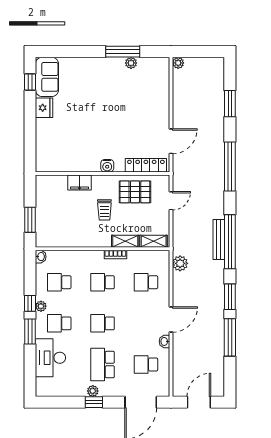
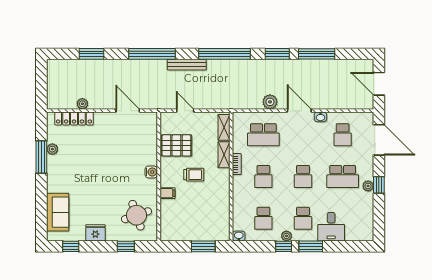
plant: (178, 63) -> (82, 104), moved
sofa: (47, 77) -> (58, 212), moved, turned 90
window: (30, 139) -> (126, 246), added
round table: (62, 150) -> (136, 215), added
locker: (146, 165) -> (74, 118), moved, turned -90
filing cabinet: (79, 183) -> (167, 193), width x0.50
pallet: (135, 192) -> (176, 145), turned 90
bench: (219, 239) -> (187, 65), moved
plant: (180, 263) -> (270, 102), moved
school desk: (146, 282) -> (263, 135), width x1.85
desk: (50, 358) -> (331, 227), width x0.73

